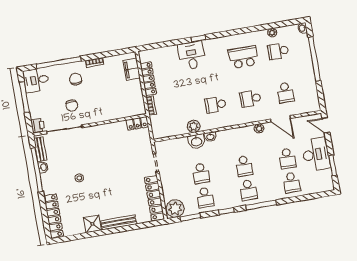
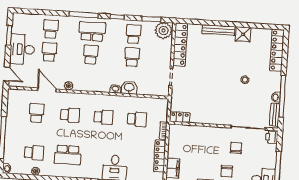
school desk: (181, 111) -> (137, 119), added
plant: (194, 126) -> (128, 102), removed
school desk: (248, 190) -> (92, 31), width x1.85

